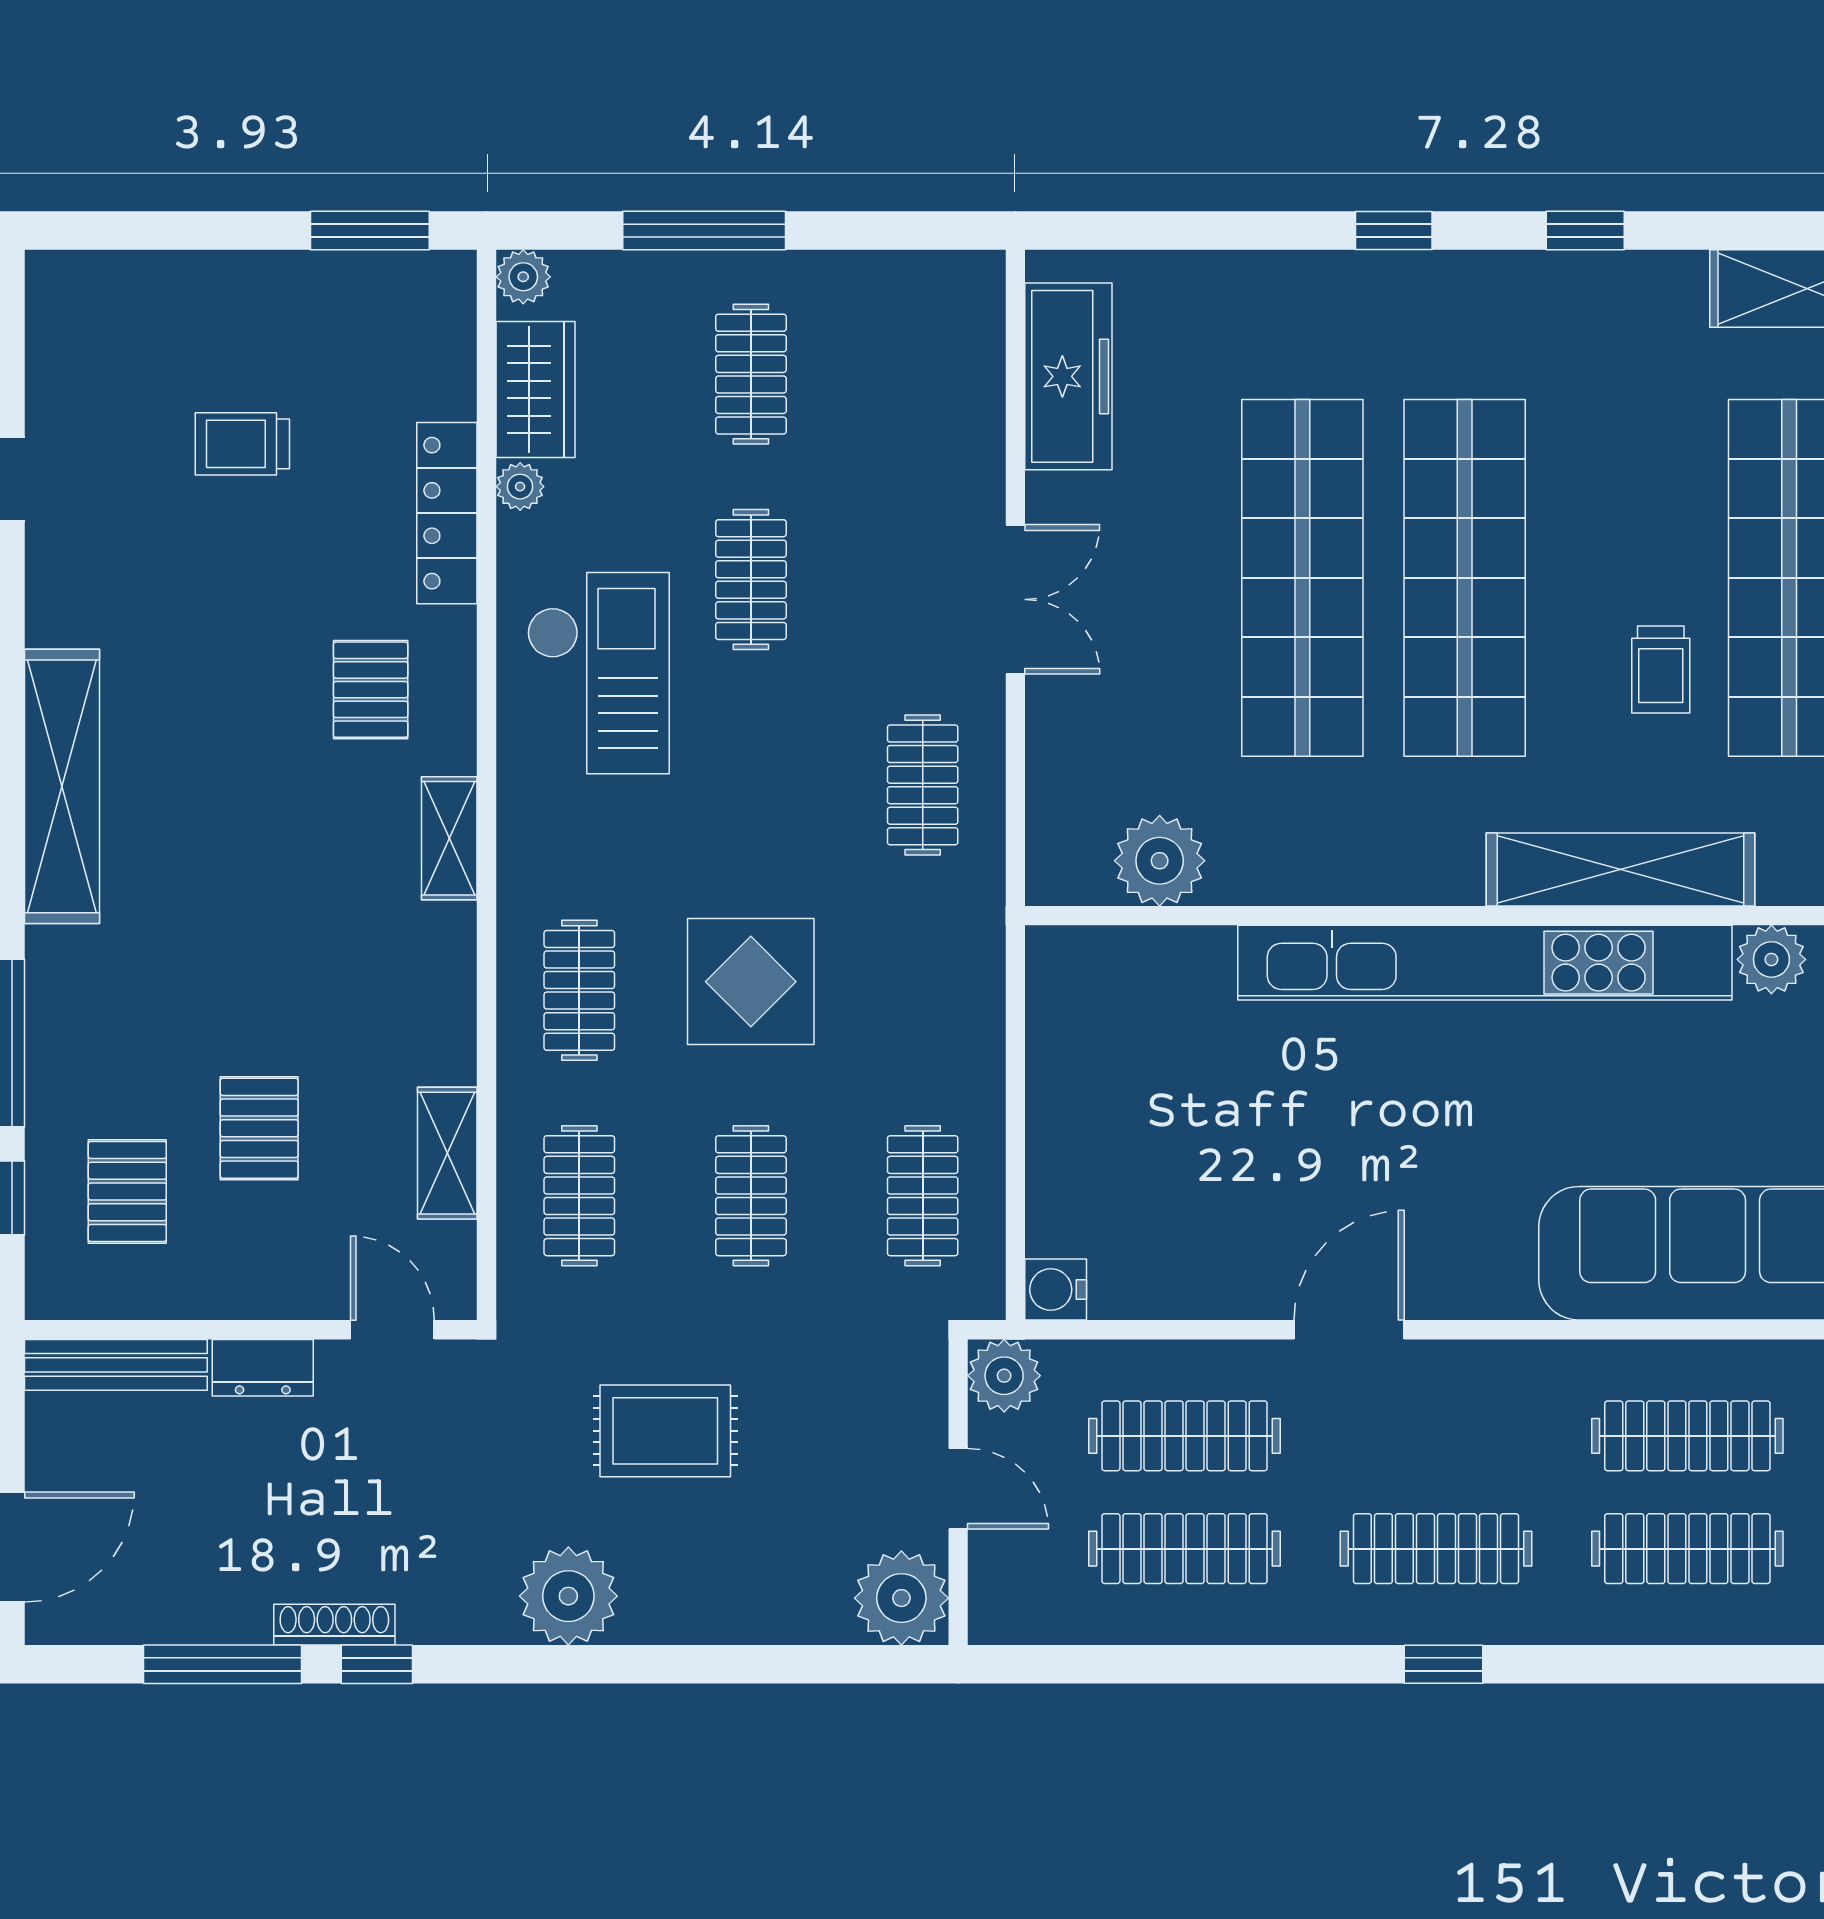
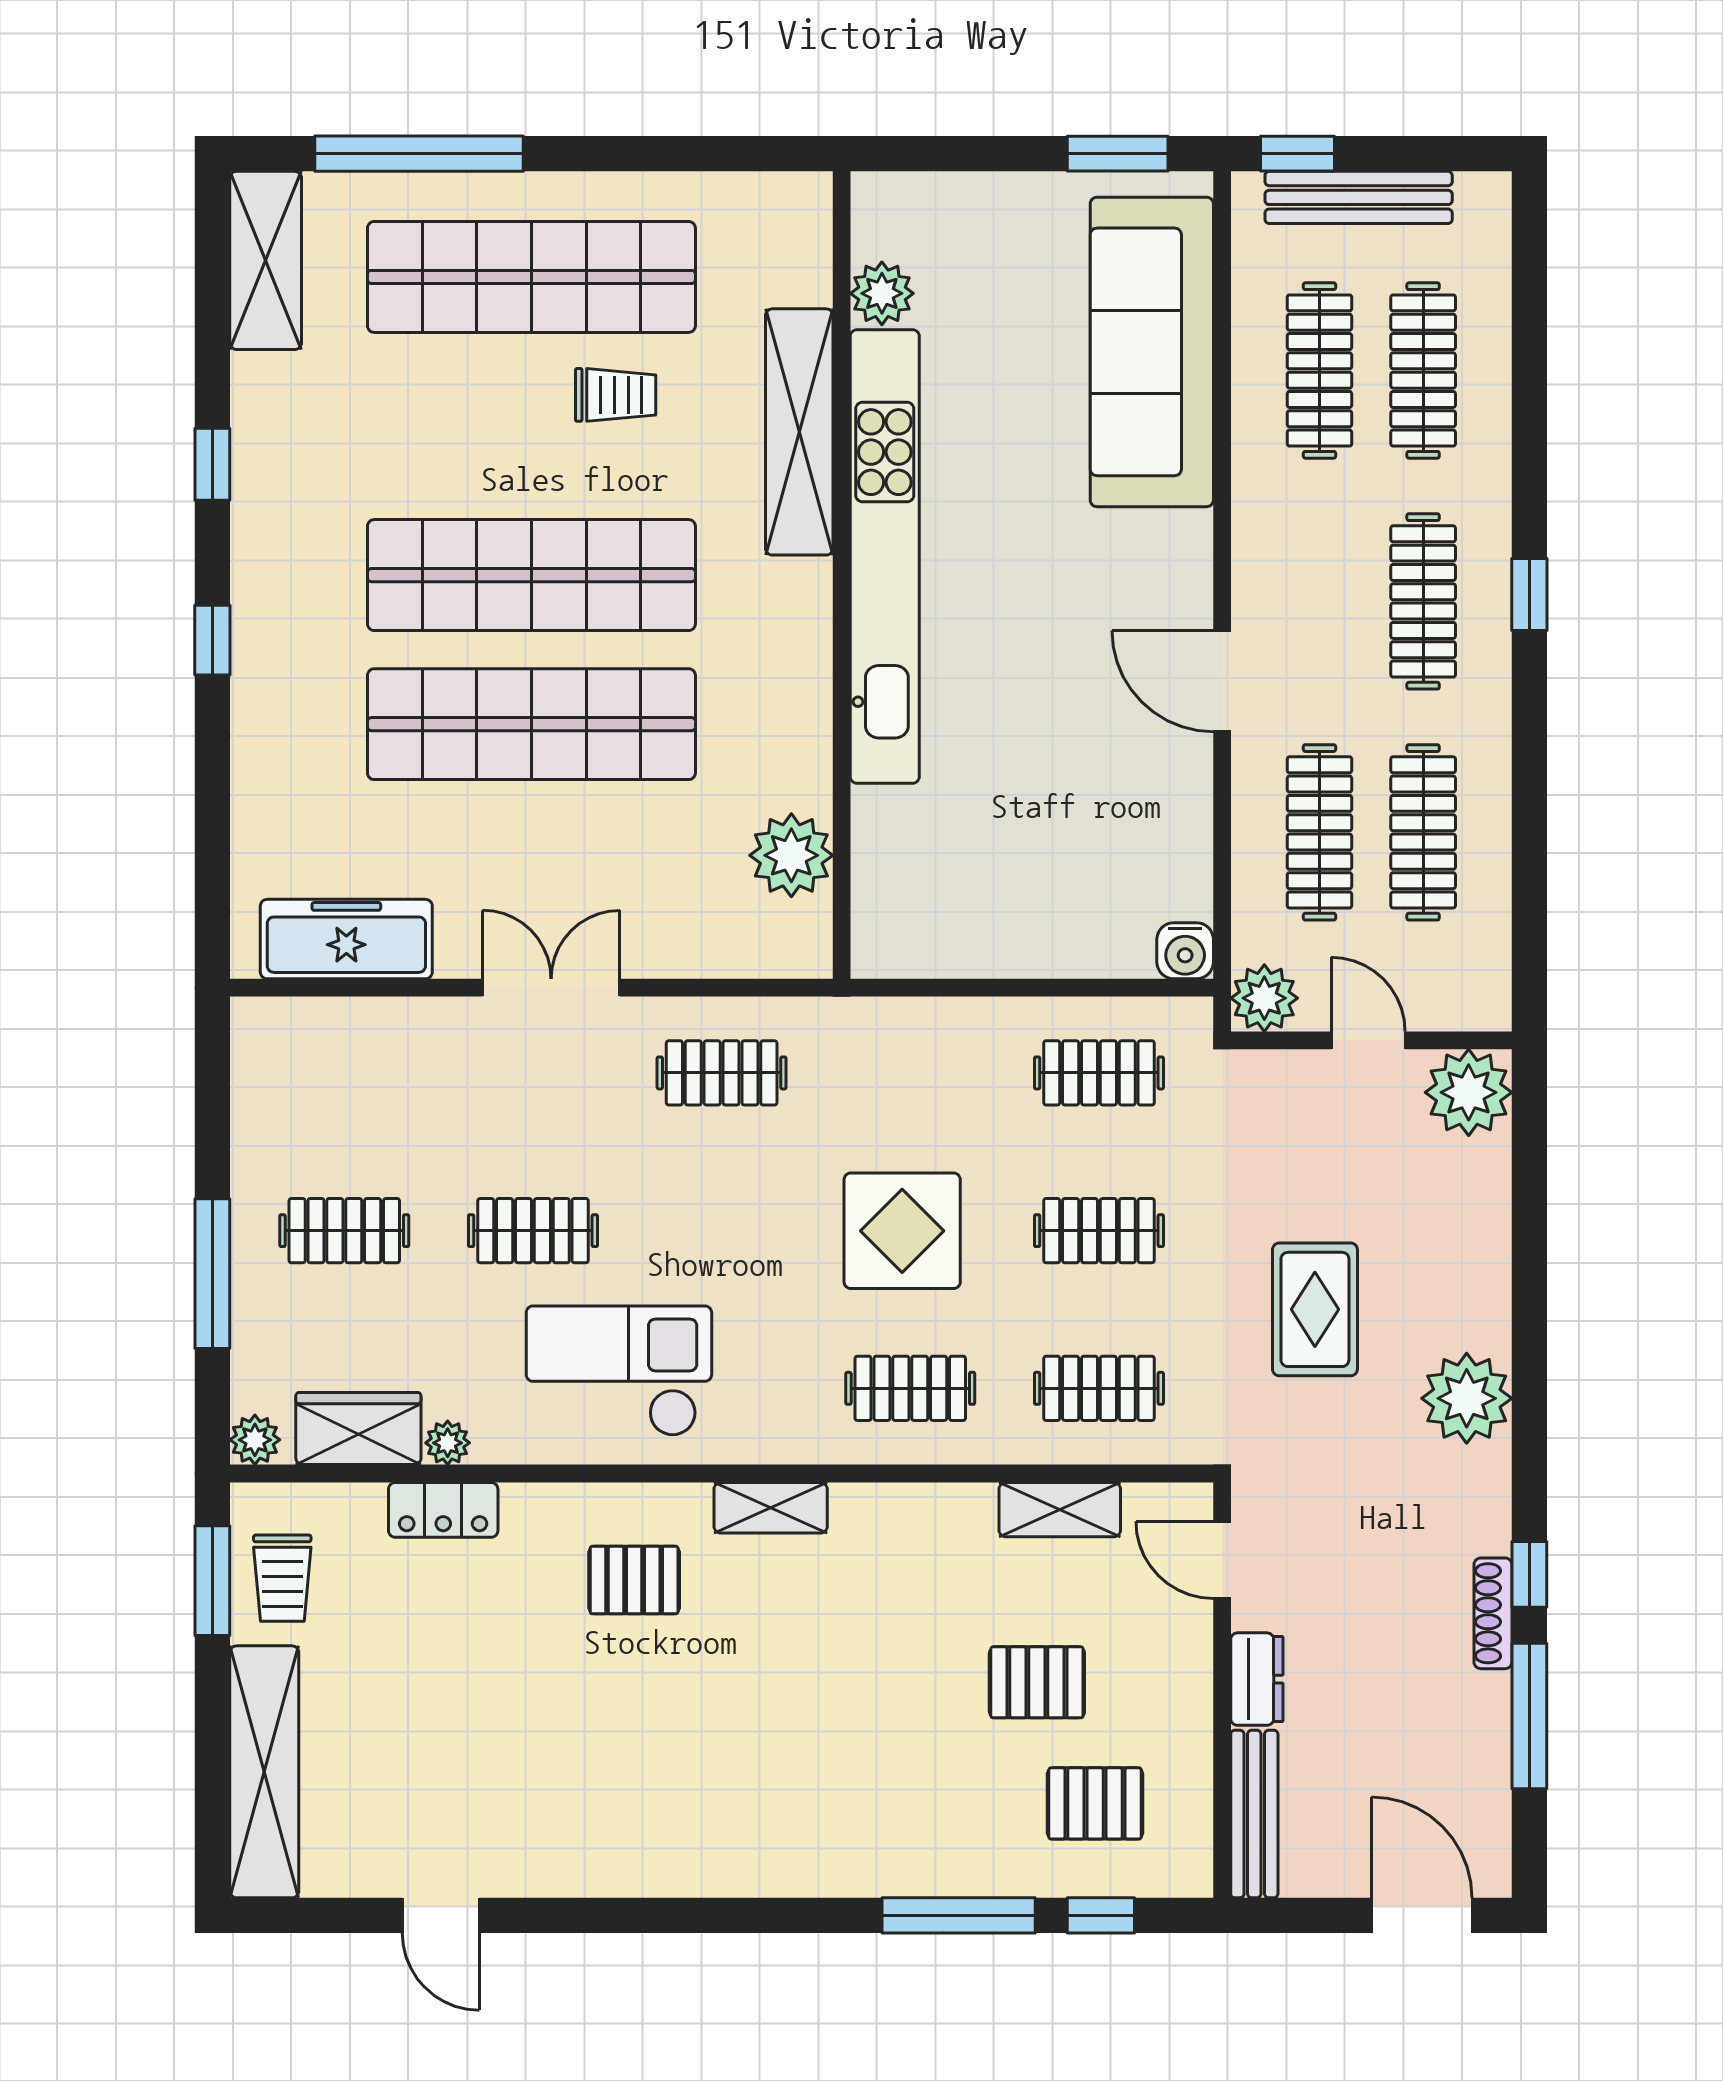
trolley: (242, 444) -> (282, 1578), moved
locker: (447, 513) -> (443, 1510), width x0.66
shelving: (62, 786) -> (264, 1772), moved, turned 90
door: (392, 1330) -> (1222, 1560), hinge flipped
door: (958, 1489) -> (1368, 1040), hinge flipped

